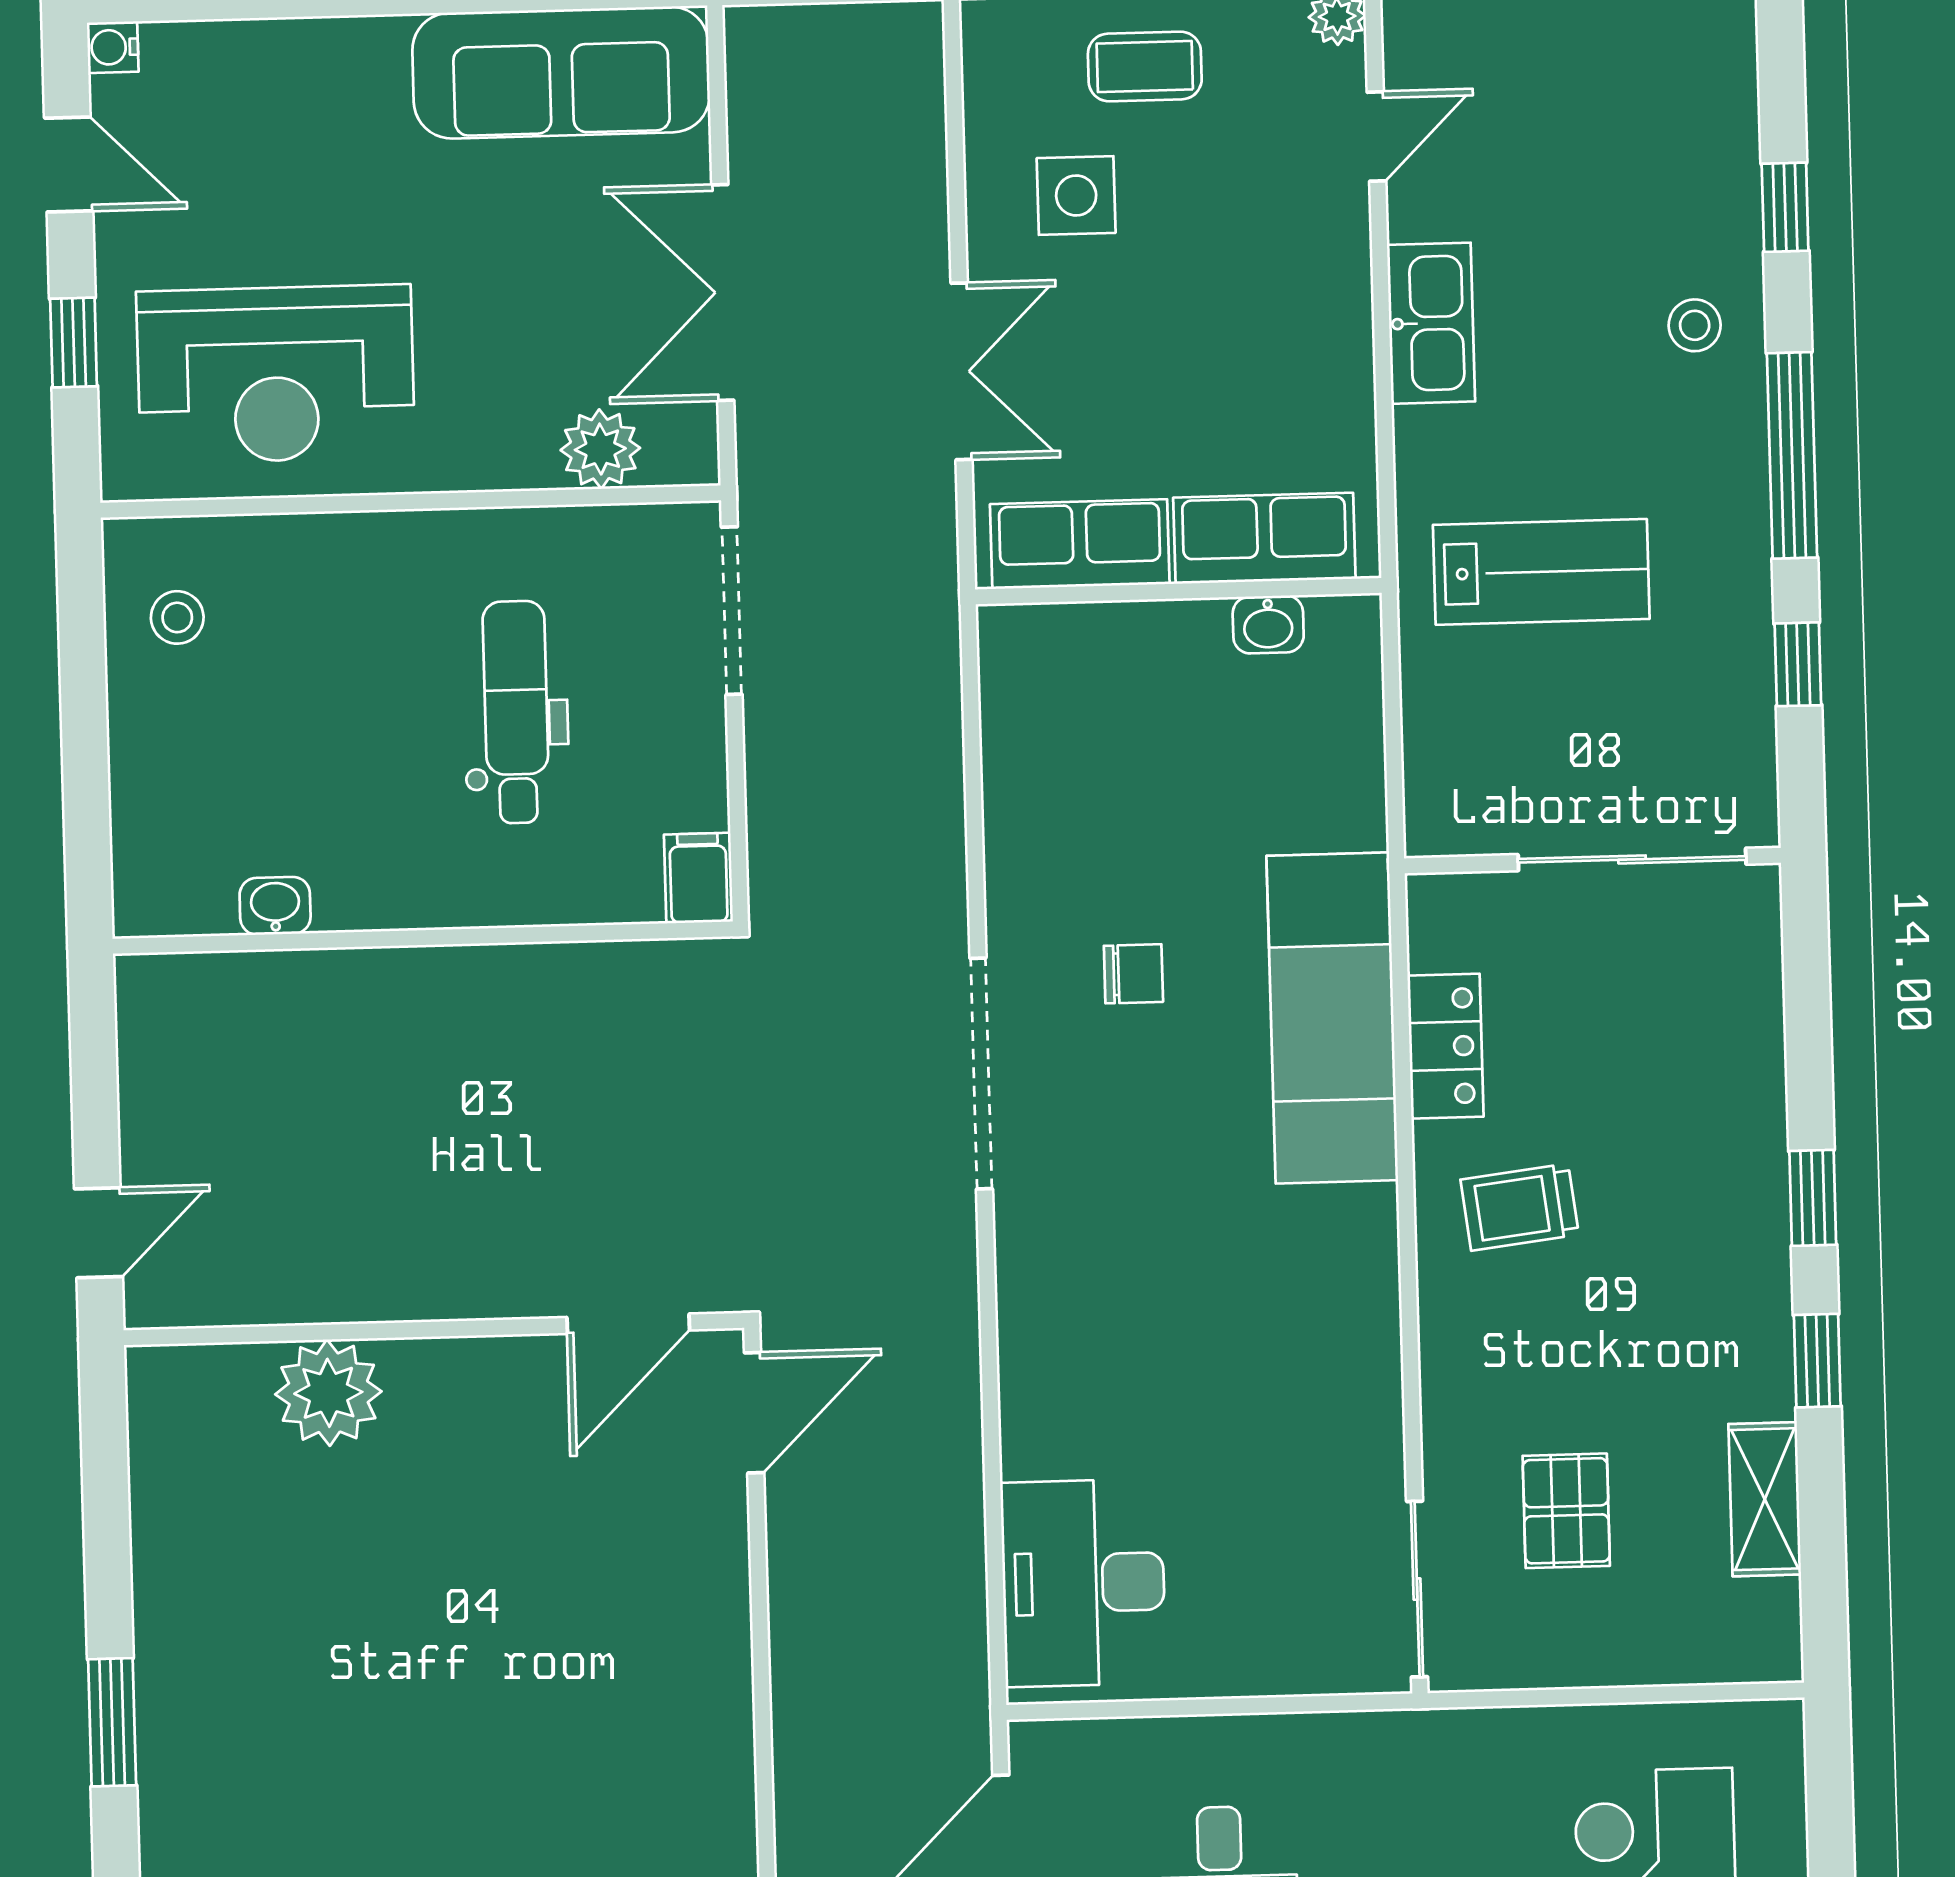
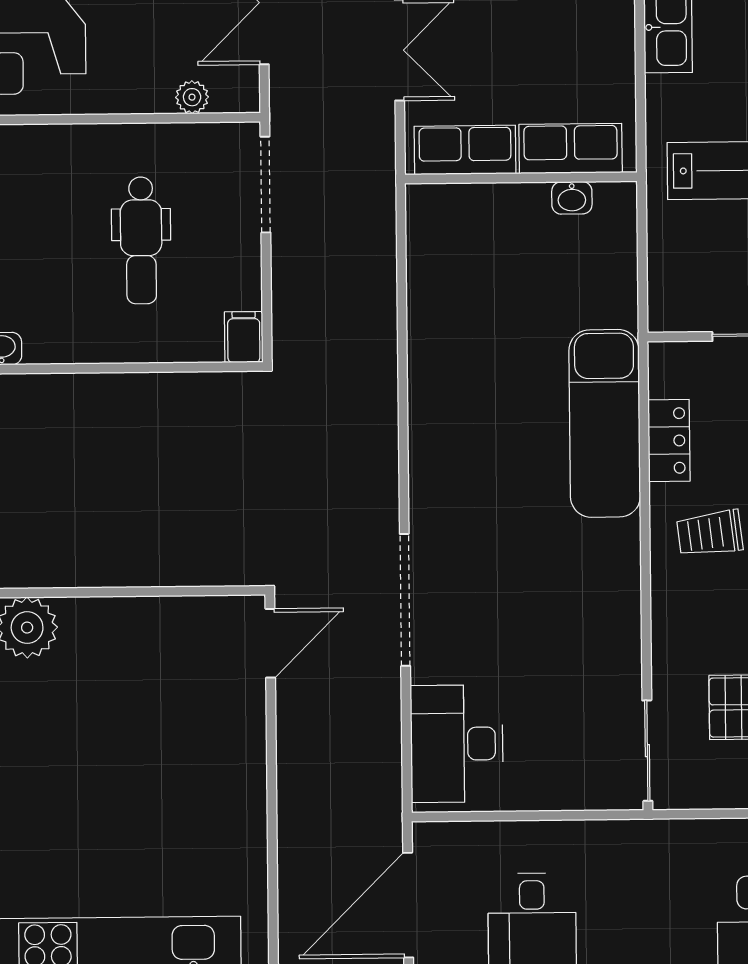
plant: (600, 449) -> (192, 97), width x0.73, depth x0.73
dental chair: (516, 712) -> (141, 240), turned 180
chair: (1133, 974) -> (491, 396), removed
doorway: (981, 1074) -> (405, 600), moved
door: (628, 1324) -> (199, 591), removed

